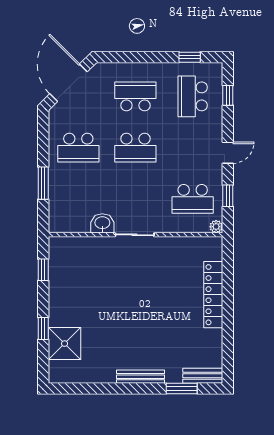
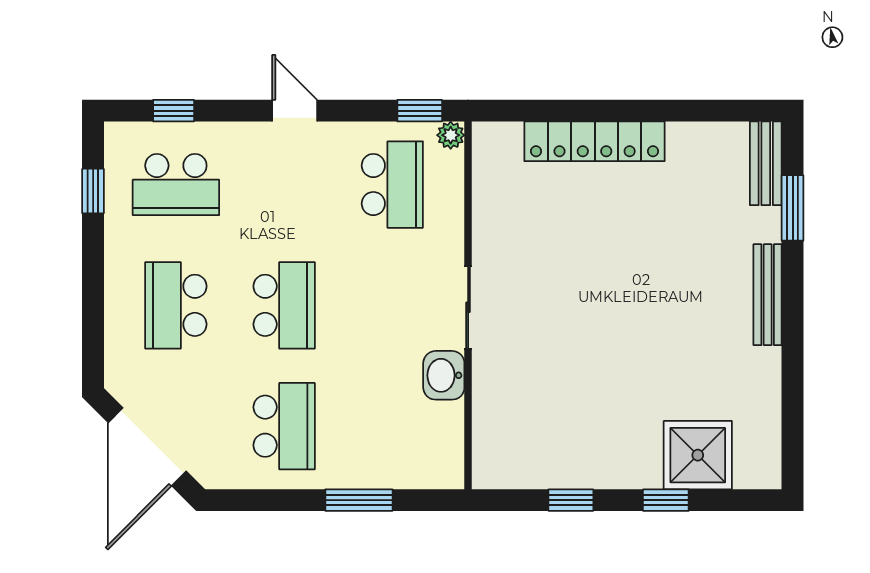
door: (68, 83) -> (147, 447), hinge flipped
window: (228, 196) -> (420, 111), moved
window: (43, 270) -> (571, 500), moved

